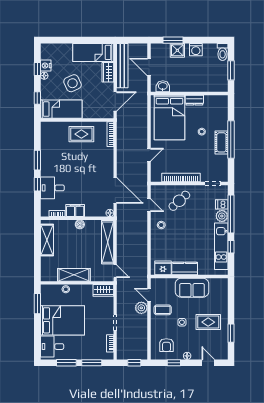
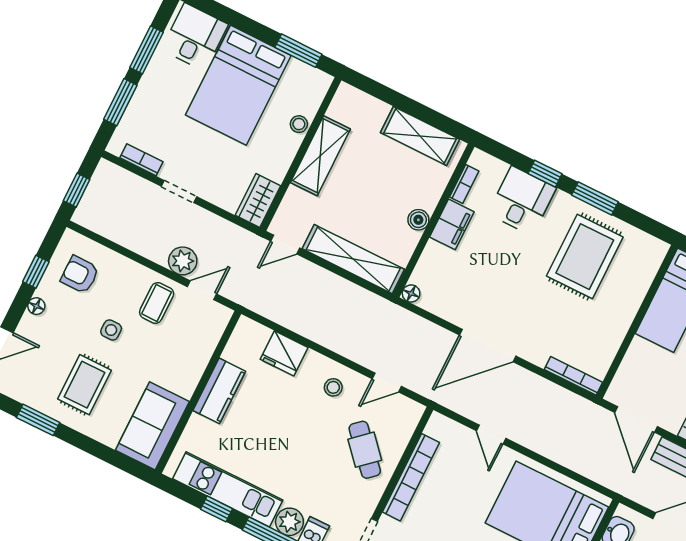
rug: (81, 134) -> (585, 257), moved, width x1.36, depth x1.43
door: (115, 190) -> (488, 345), moved
fridge: (163, 268) -> (284, 353), moved, turned 90
sofa: (192, 288) -> (152, 426), moved

